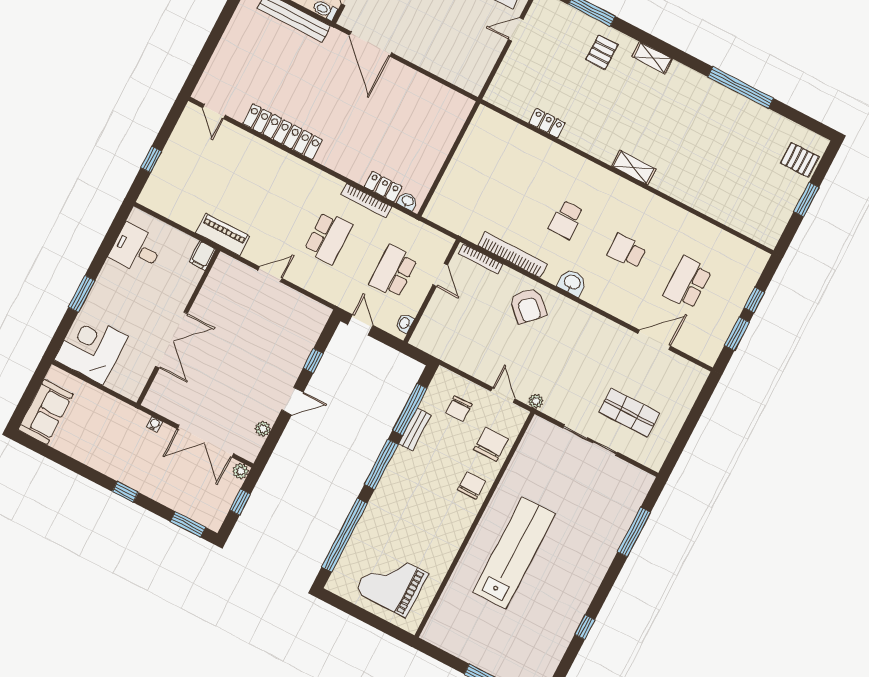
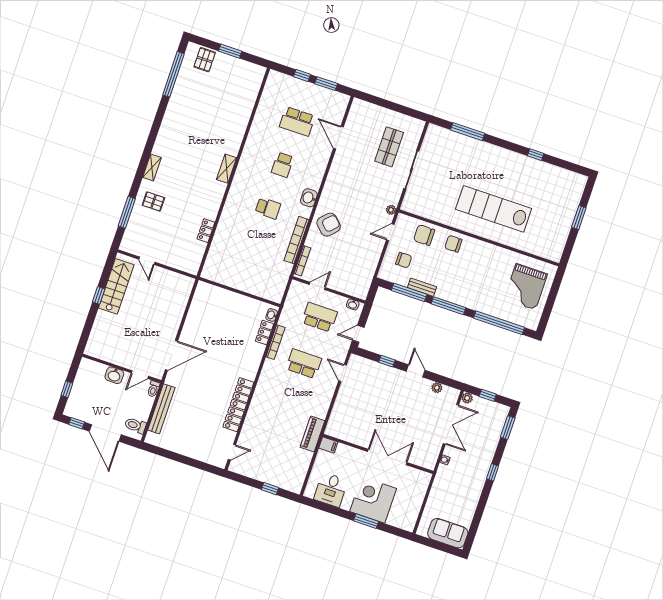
window: (741, 88) -> (173, 74), moved
school desk: (393, 271) -> (320, 317), turned 180
door: (270, 274) -> (343, 373), moved
corner desk: (91, 348) -> (373, 500), moved, turned 90

